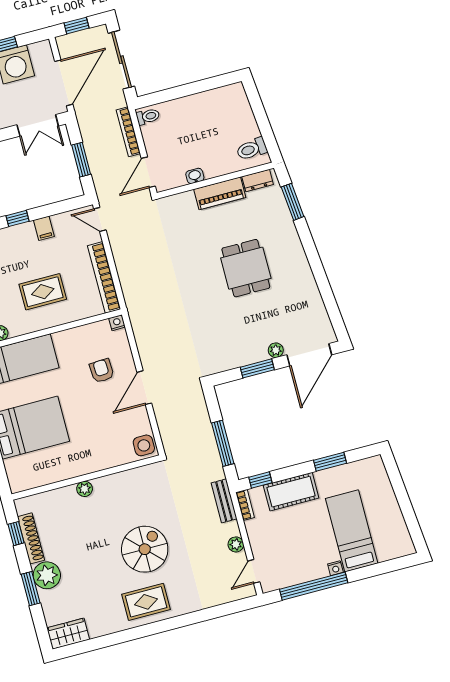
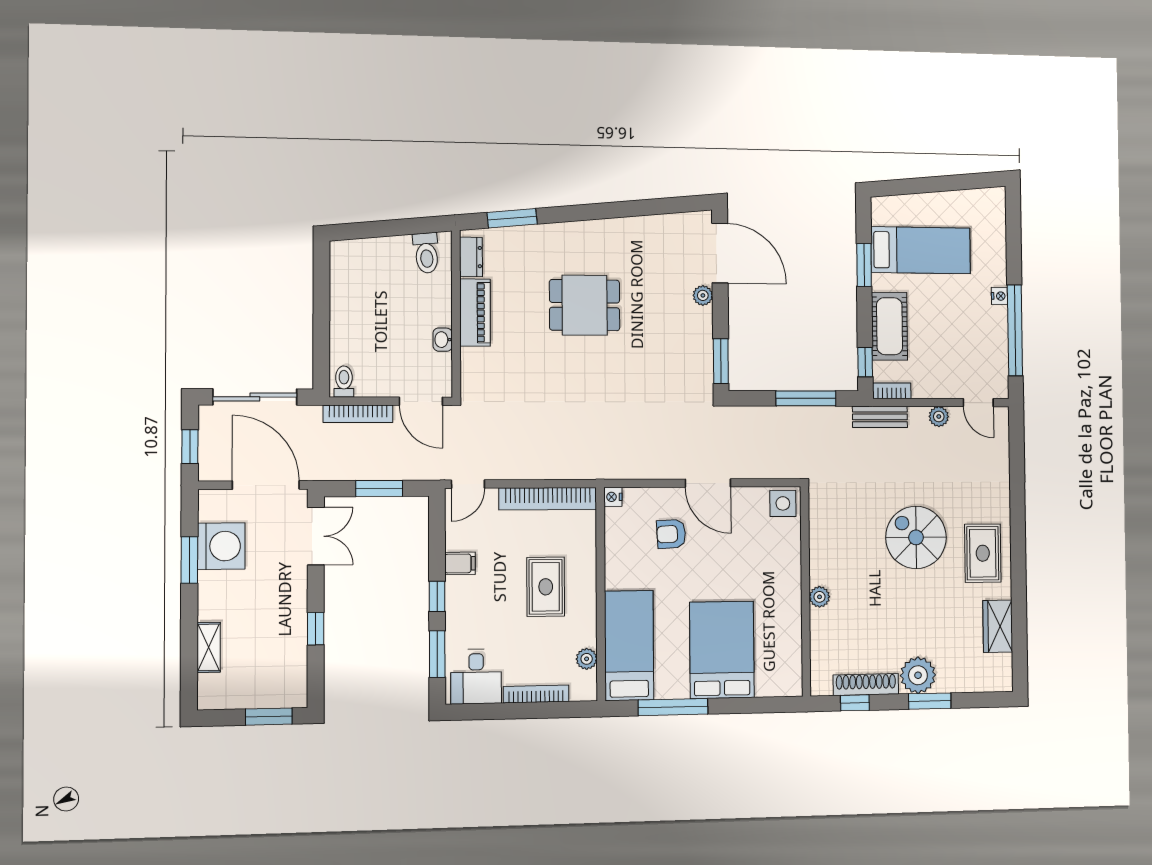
window: (257, 368) -> (721, 361), moved
bed: (352, 531) -> (921, 250), moved, turned 180
wardrobe: (68, 634) -> (998, 626), moved

